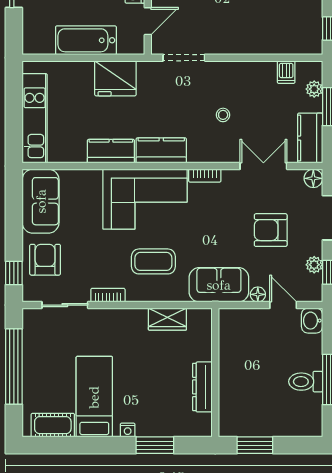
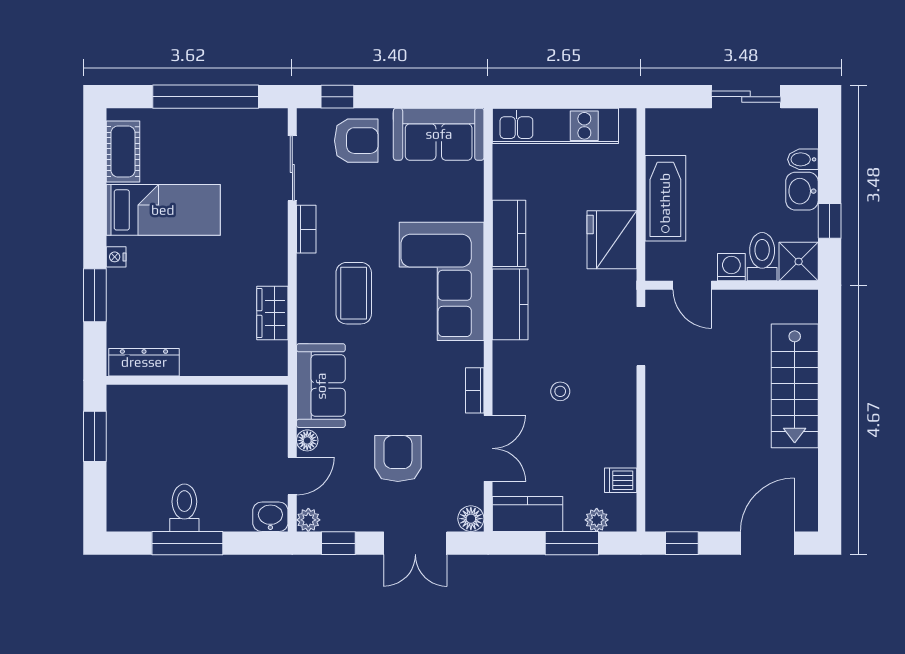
bookcase: (205, 176) -> (475, 390), moved
plant: (314, 265) -> (308, 520), moved
dresser: (202, 387) -> (144, 362), moved

